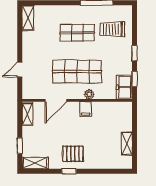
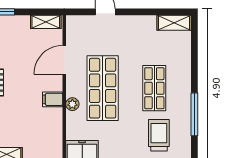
door: (56, 100) -> (64, 60), hinge flipped

